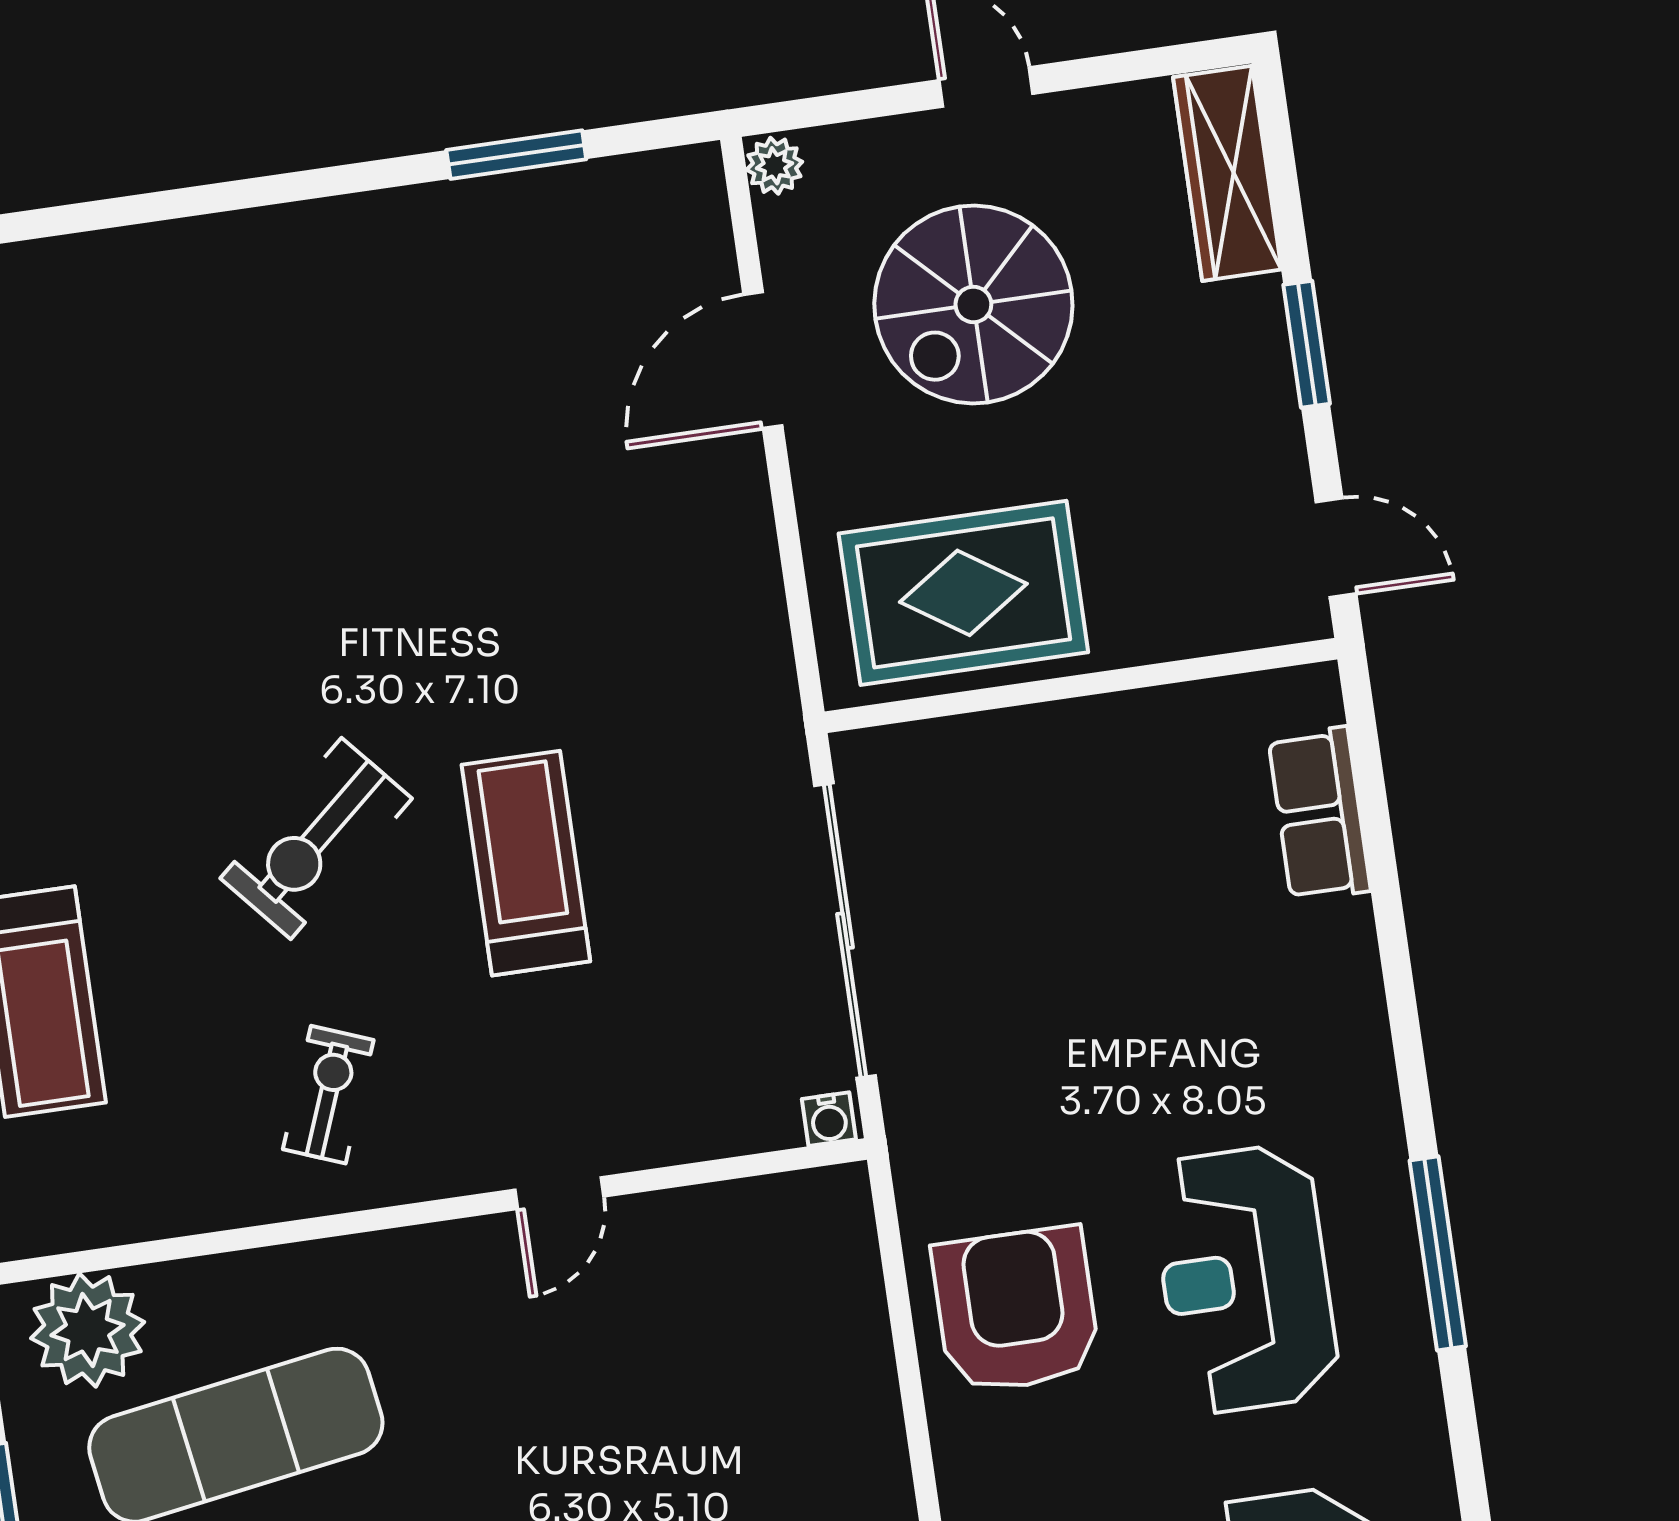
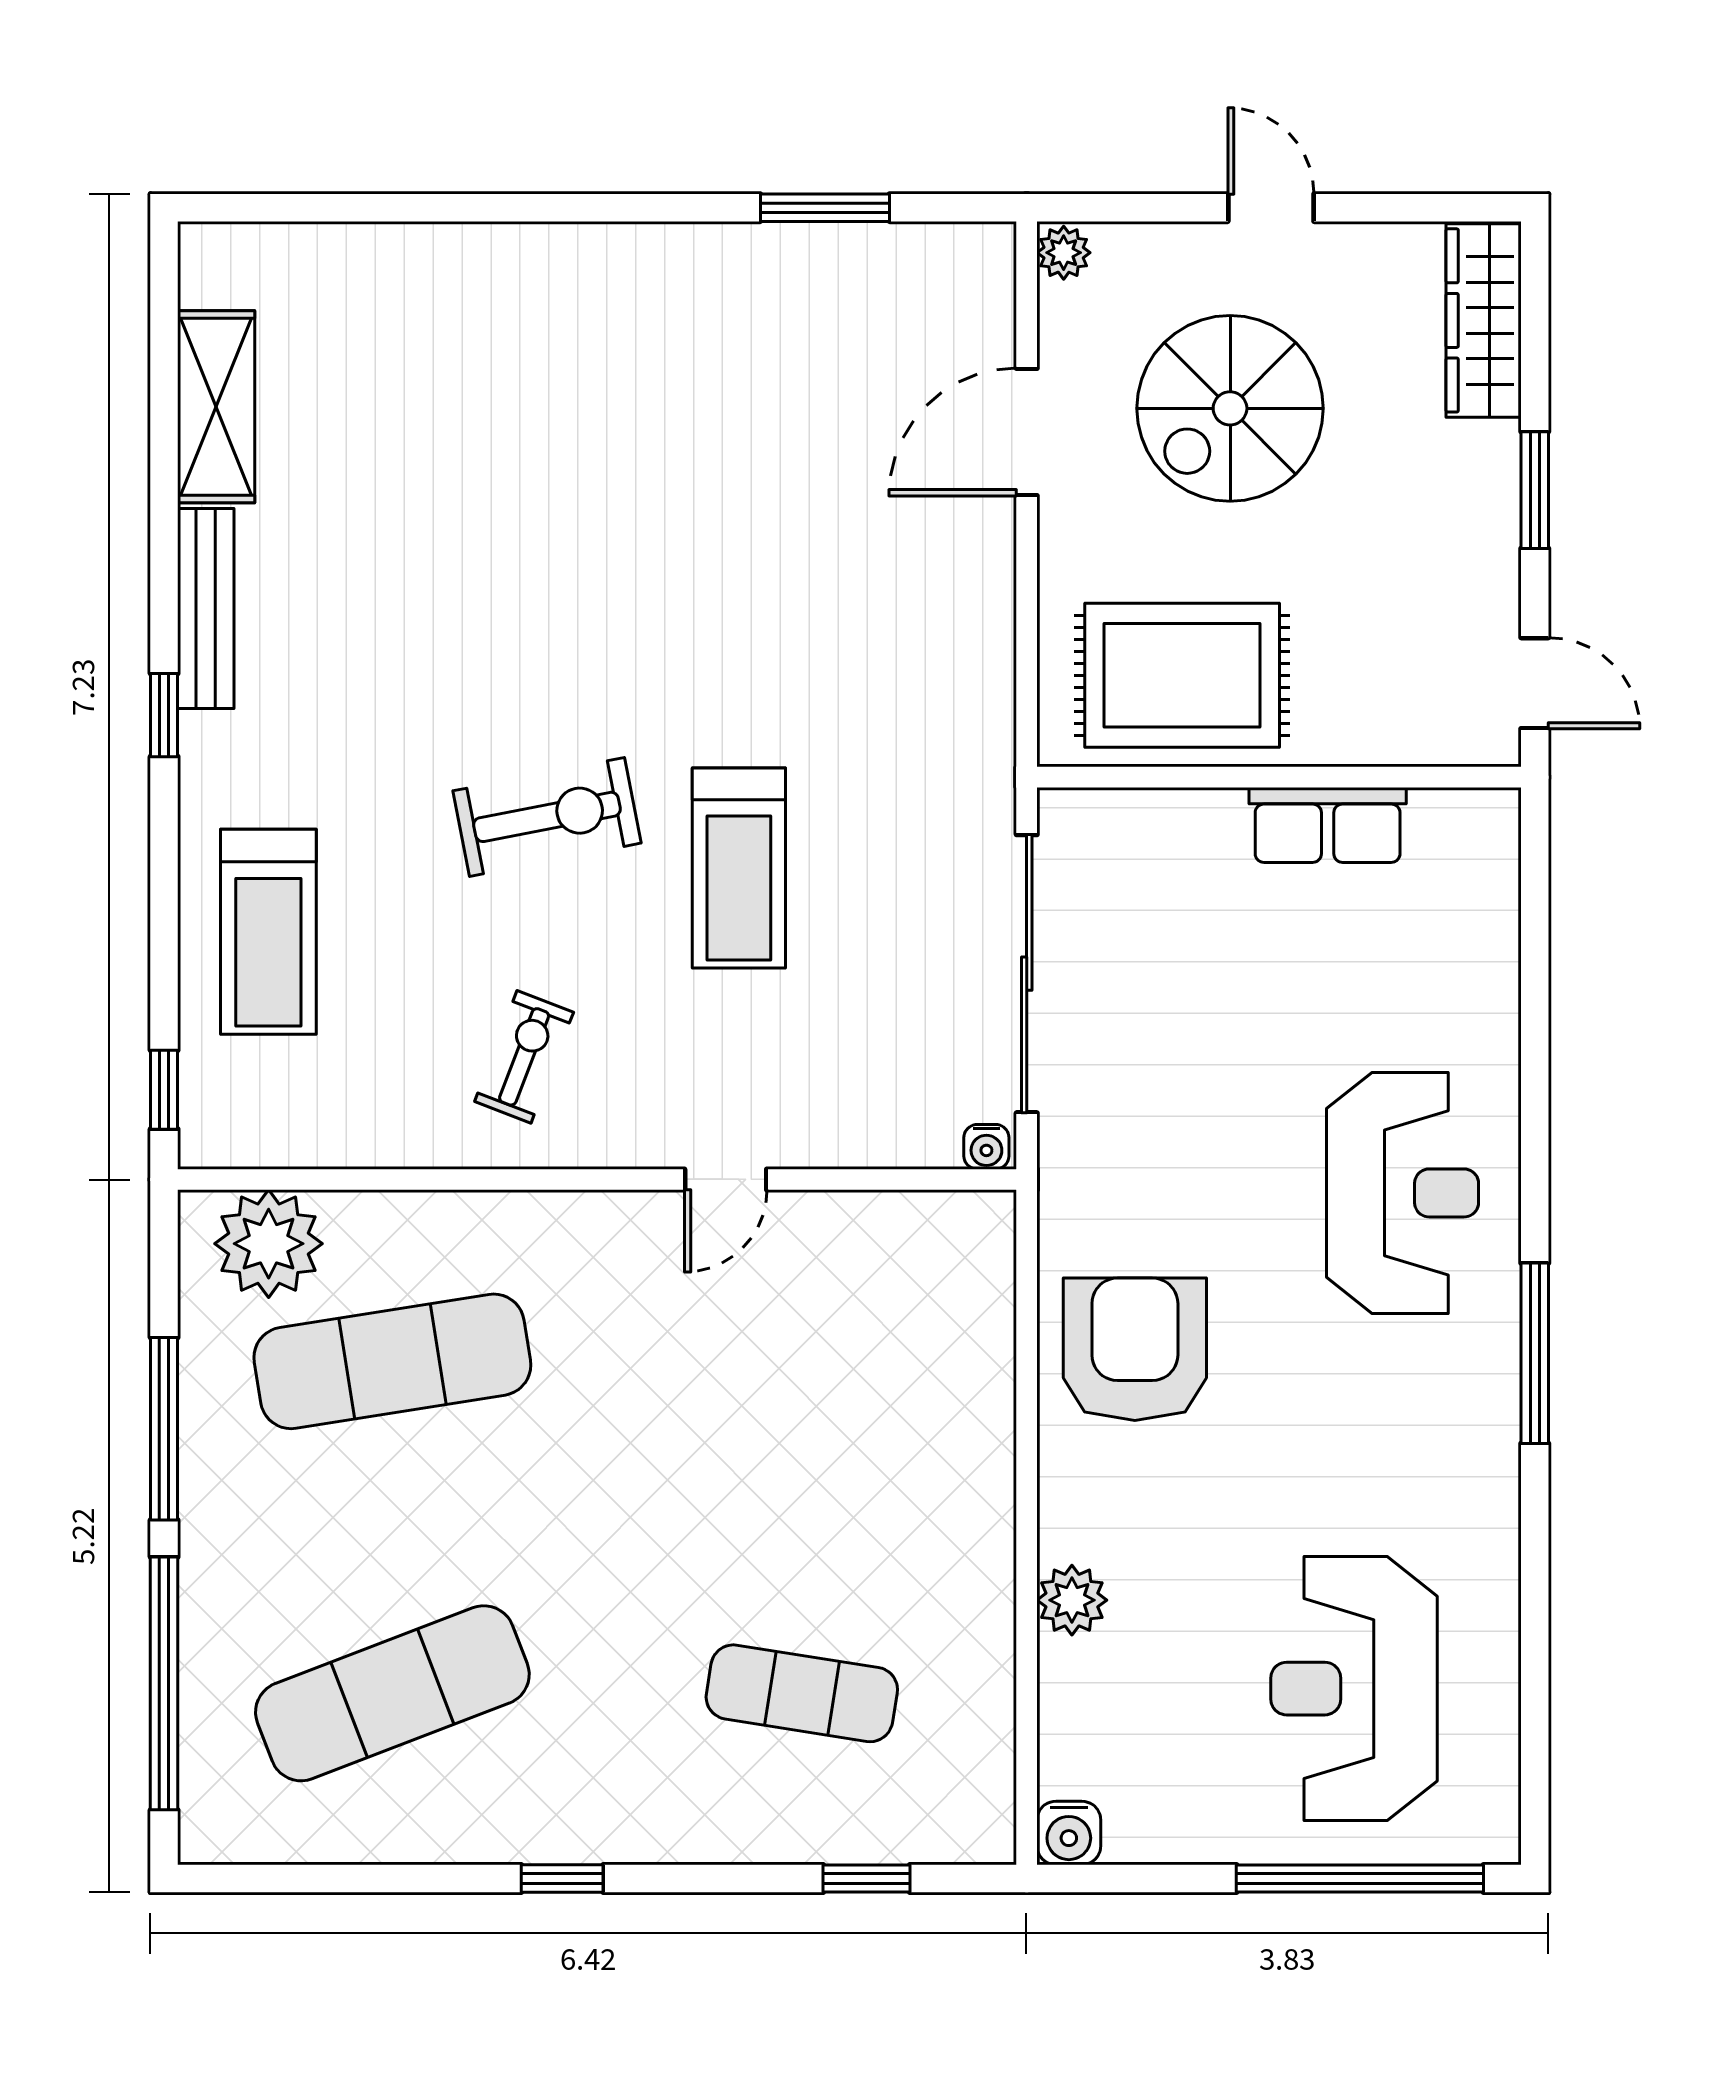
row of seats: (1319, 814) -> (1328, 825), moved, turned -90
exercise bike: (316, 838) -> (547, 817), turned -150
treadmill: (526, 863) -> (739, 868), turned 180
reception desk: (1245, 1279) -> (1403, 1193), moved, turned 180

